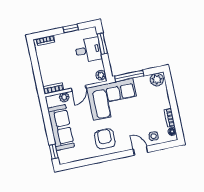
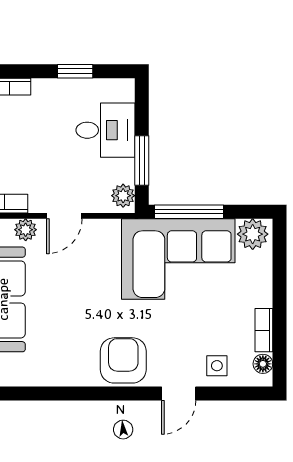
window: (102, 44) -> (142, 161), moved
corner sofa: (113, 99) -> (178, 259), moved
armchair: (105, 139) -> (123, 360), moved
door: (140, 151) -> (179, 394), swing flipped

